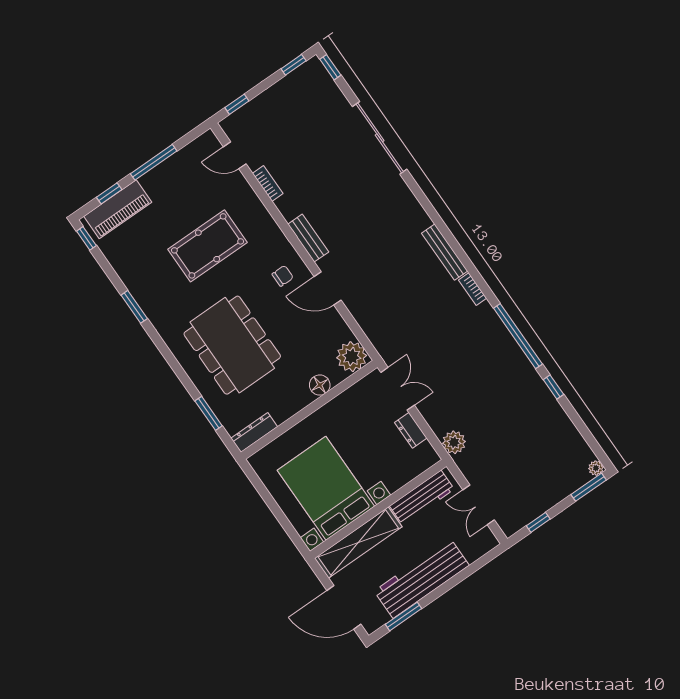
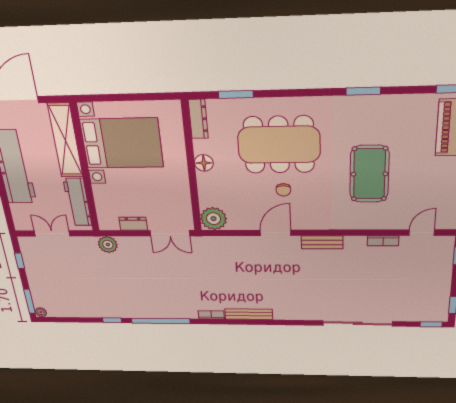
chair: (283, 276) -> (283, 190), moved
floor lamp: (320, 385) -> (204, 163), moved

